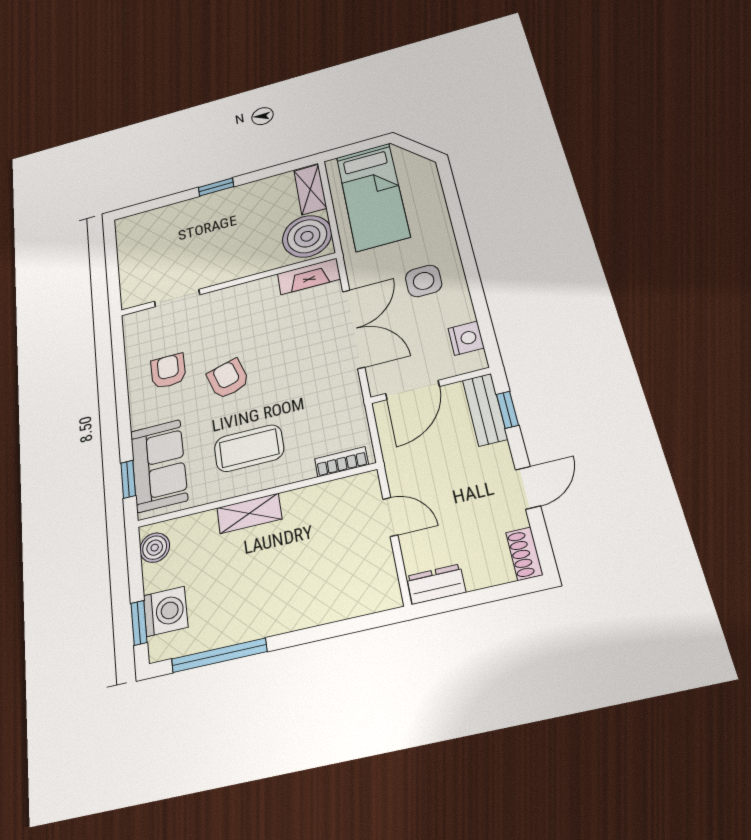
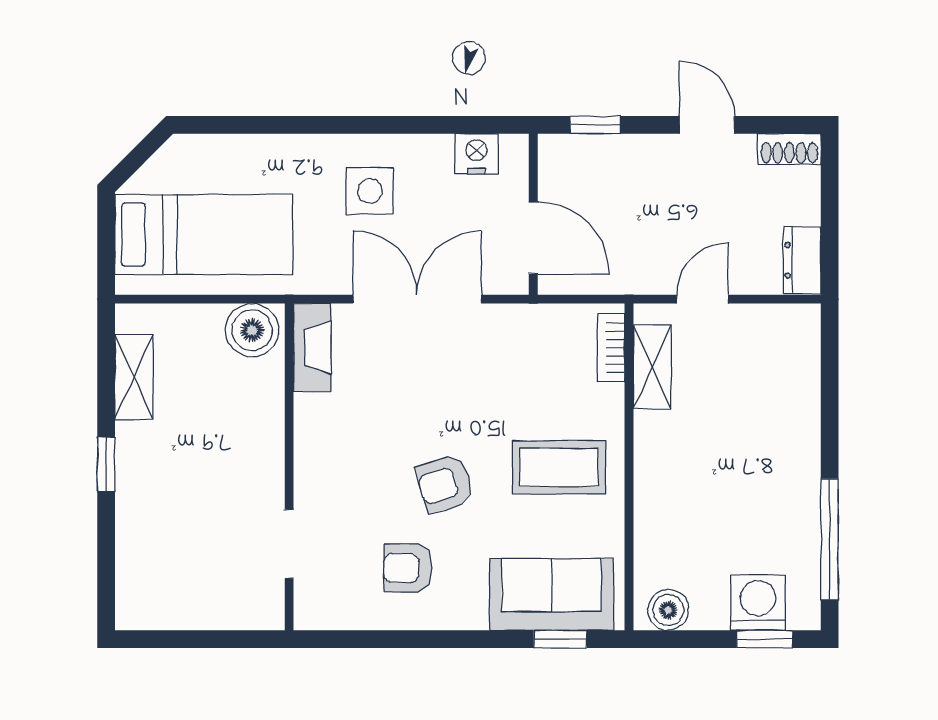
shelving: (310, 189) -> (134, 377), moved, turned 90
boiler: (307, 236) -> (252, 330), width x0.73, depth x0.73
bench: (485, 410) -> (587, 152), removed
coffee table: (249, 448) -> (559, 467), turned 90
shelving: (249, 513) -> (652, 367), moved

